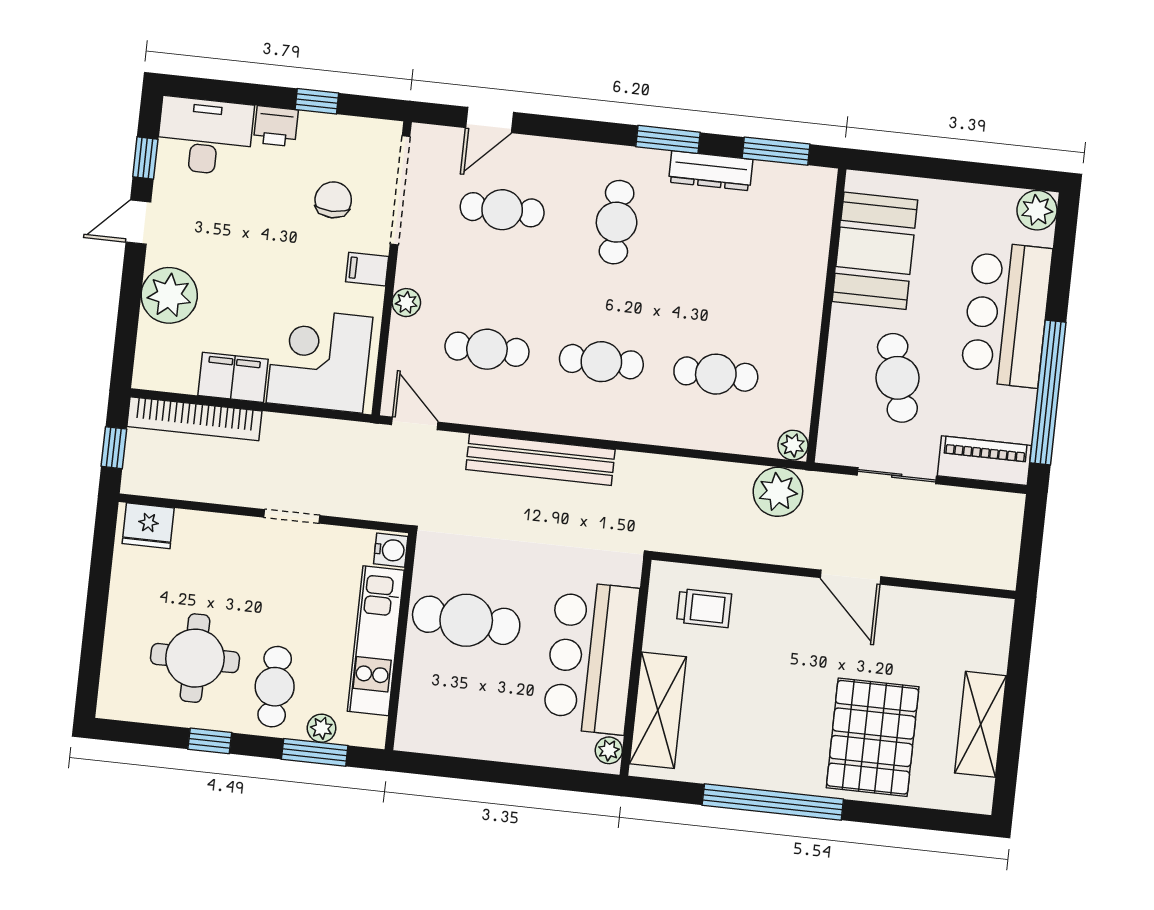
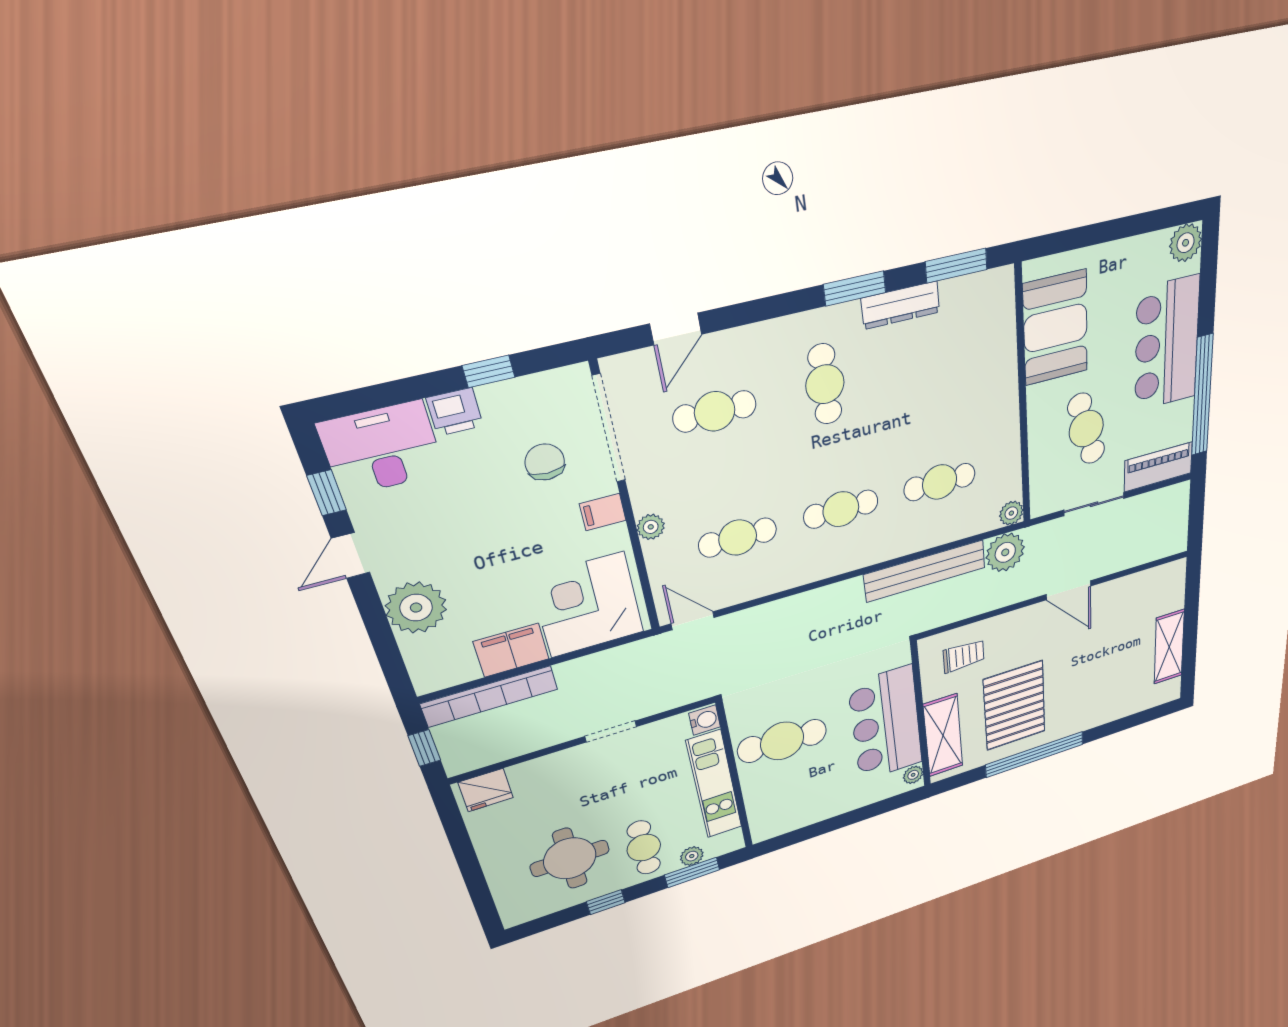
bench: (540, 460) -> (925, 571), moved
pallet: (873, 737) -> (1015, 706), moved

